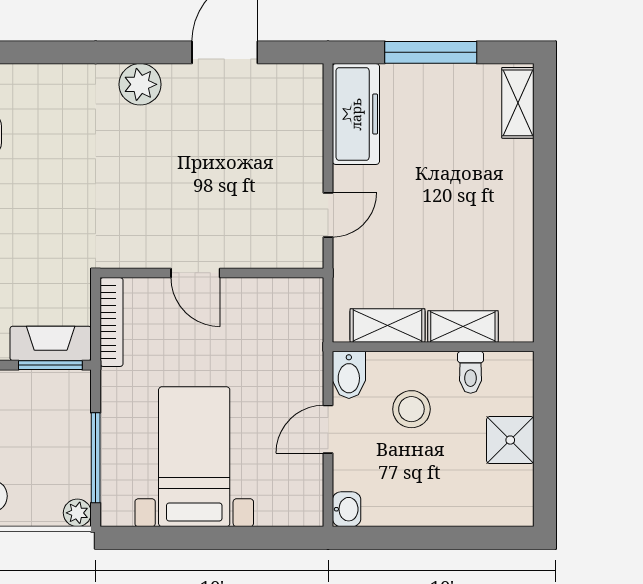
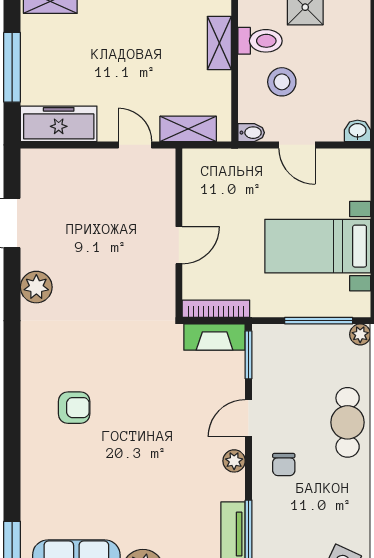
shelving: (388, 326) -> (188, 129), moved, turned 90
fireplace: (51, 343) -> (215, 337), moved, turned -90
toilet: (471, 372) -> (260, 41), width x1.37, depth x1.39
bidet: (349, 375) -> (251, 133), width x0.72, depth x0.74

